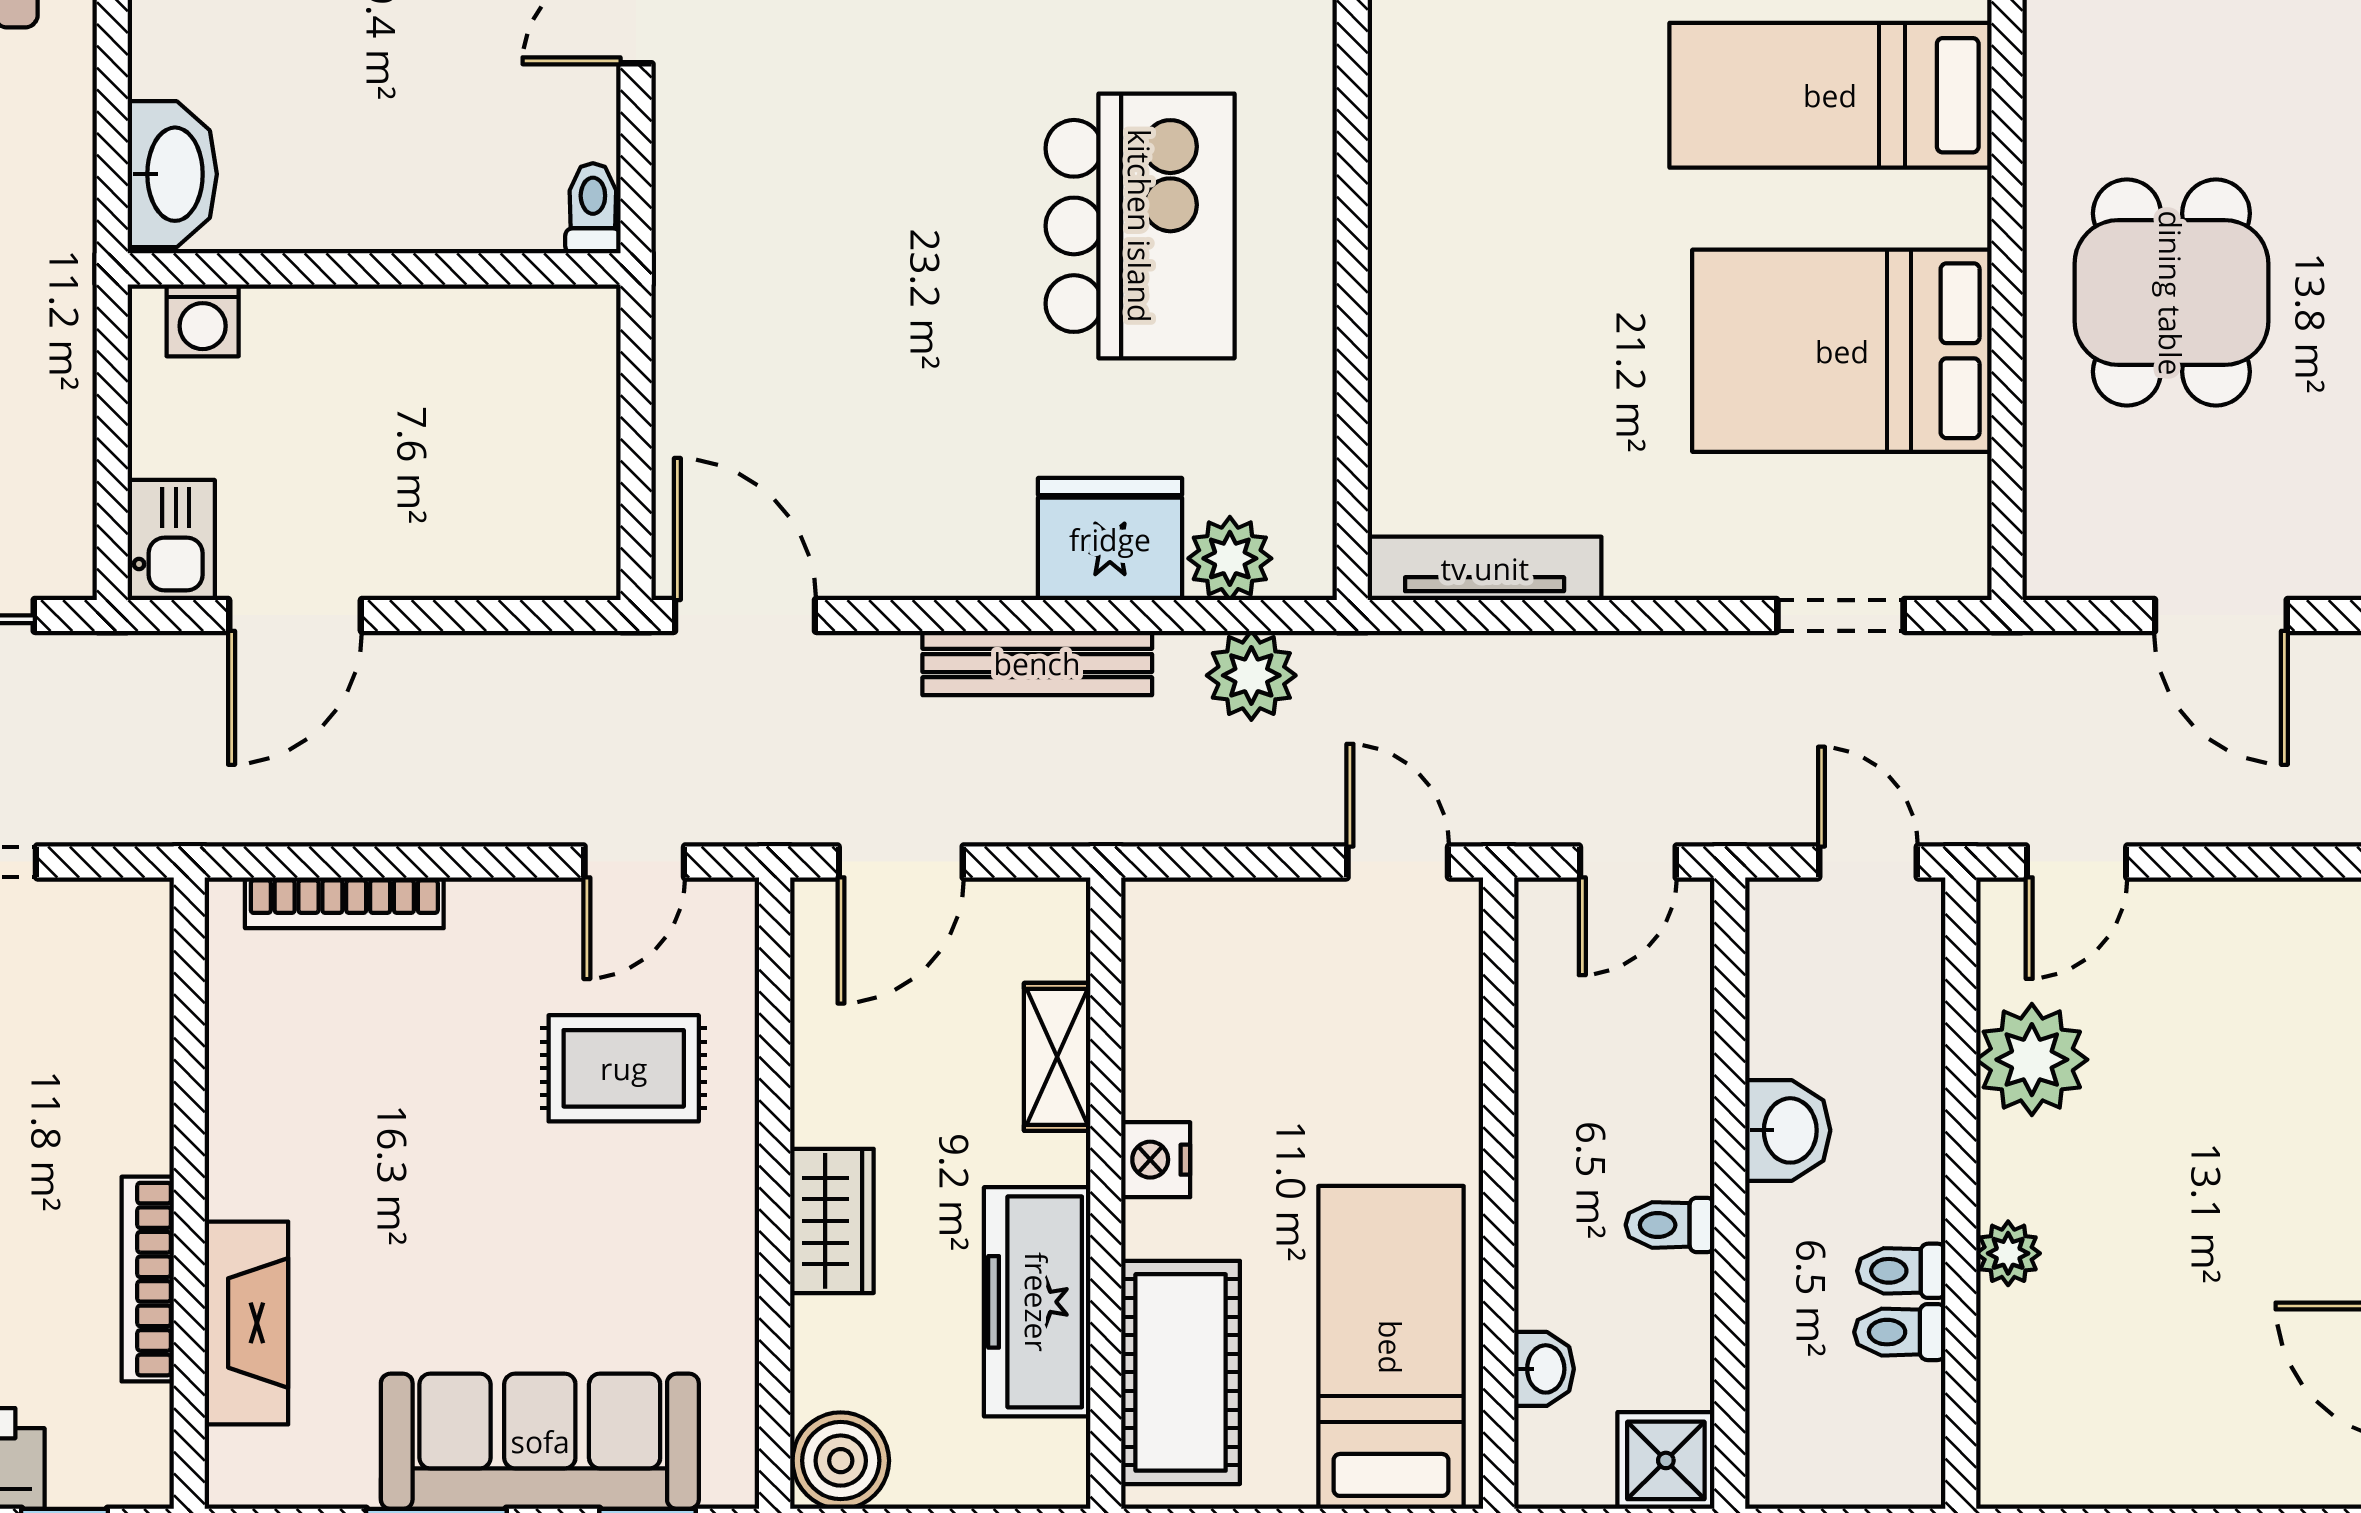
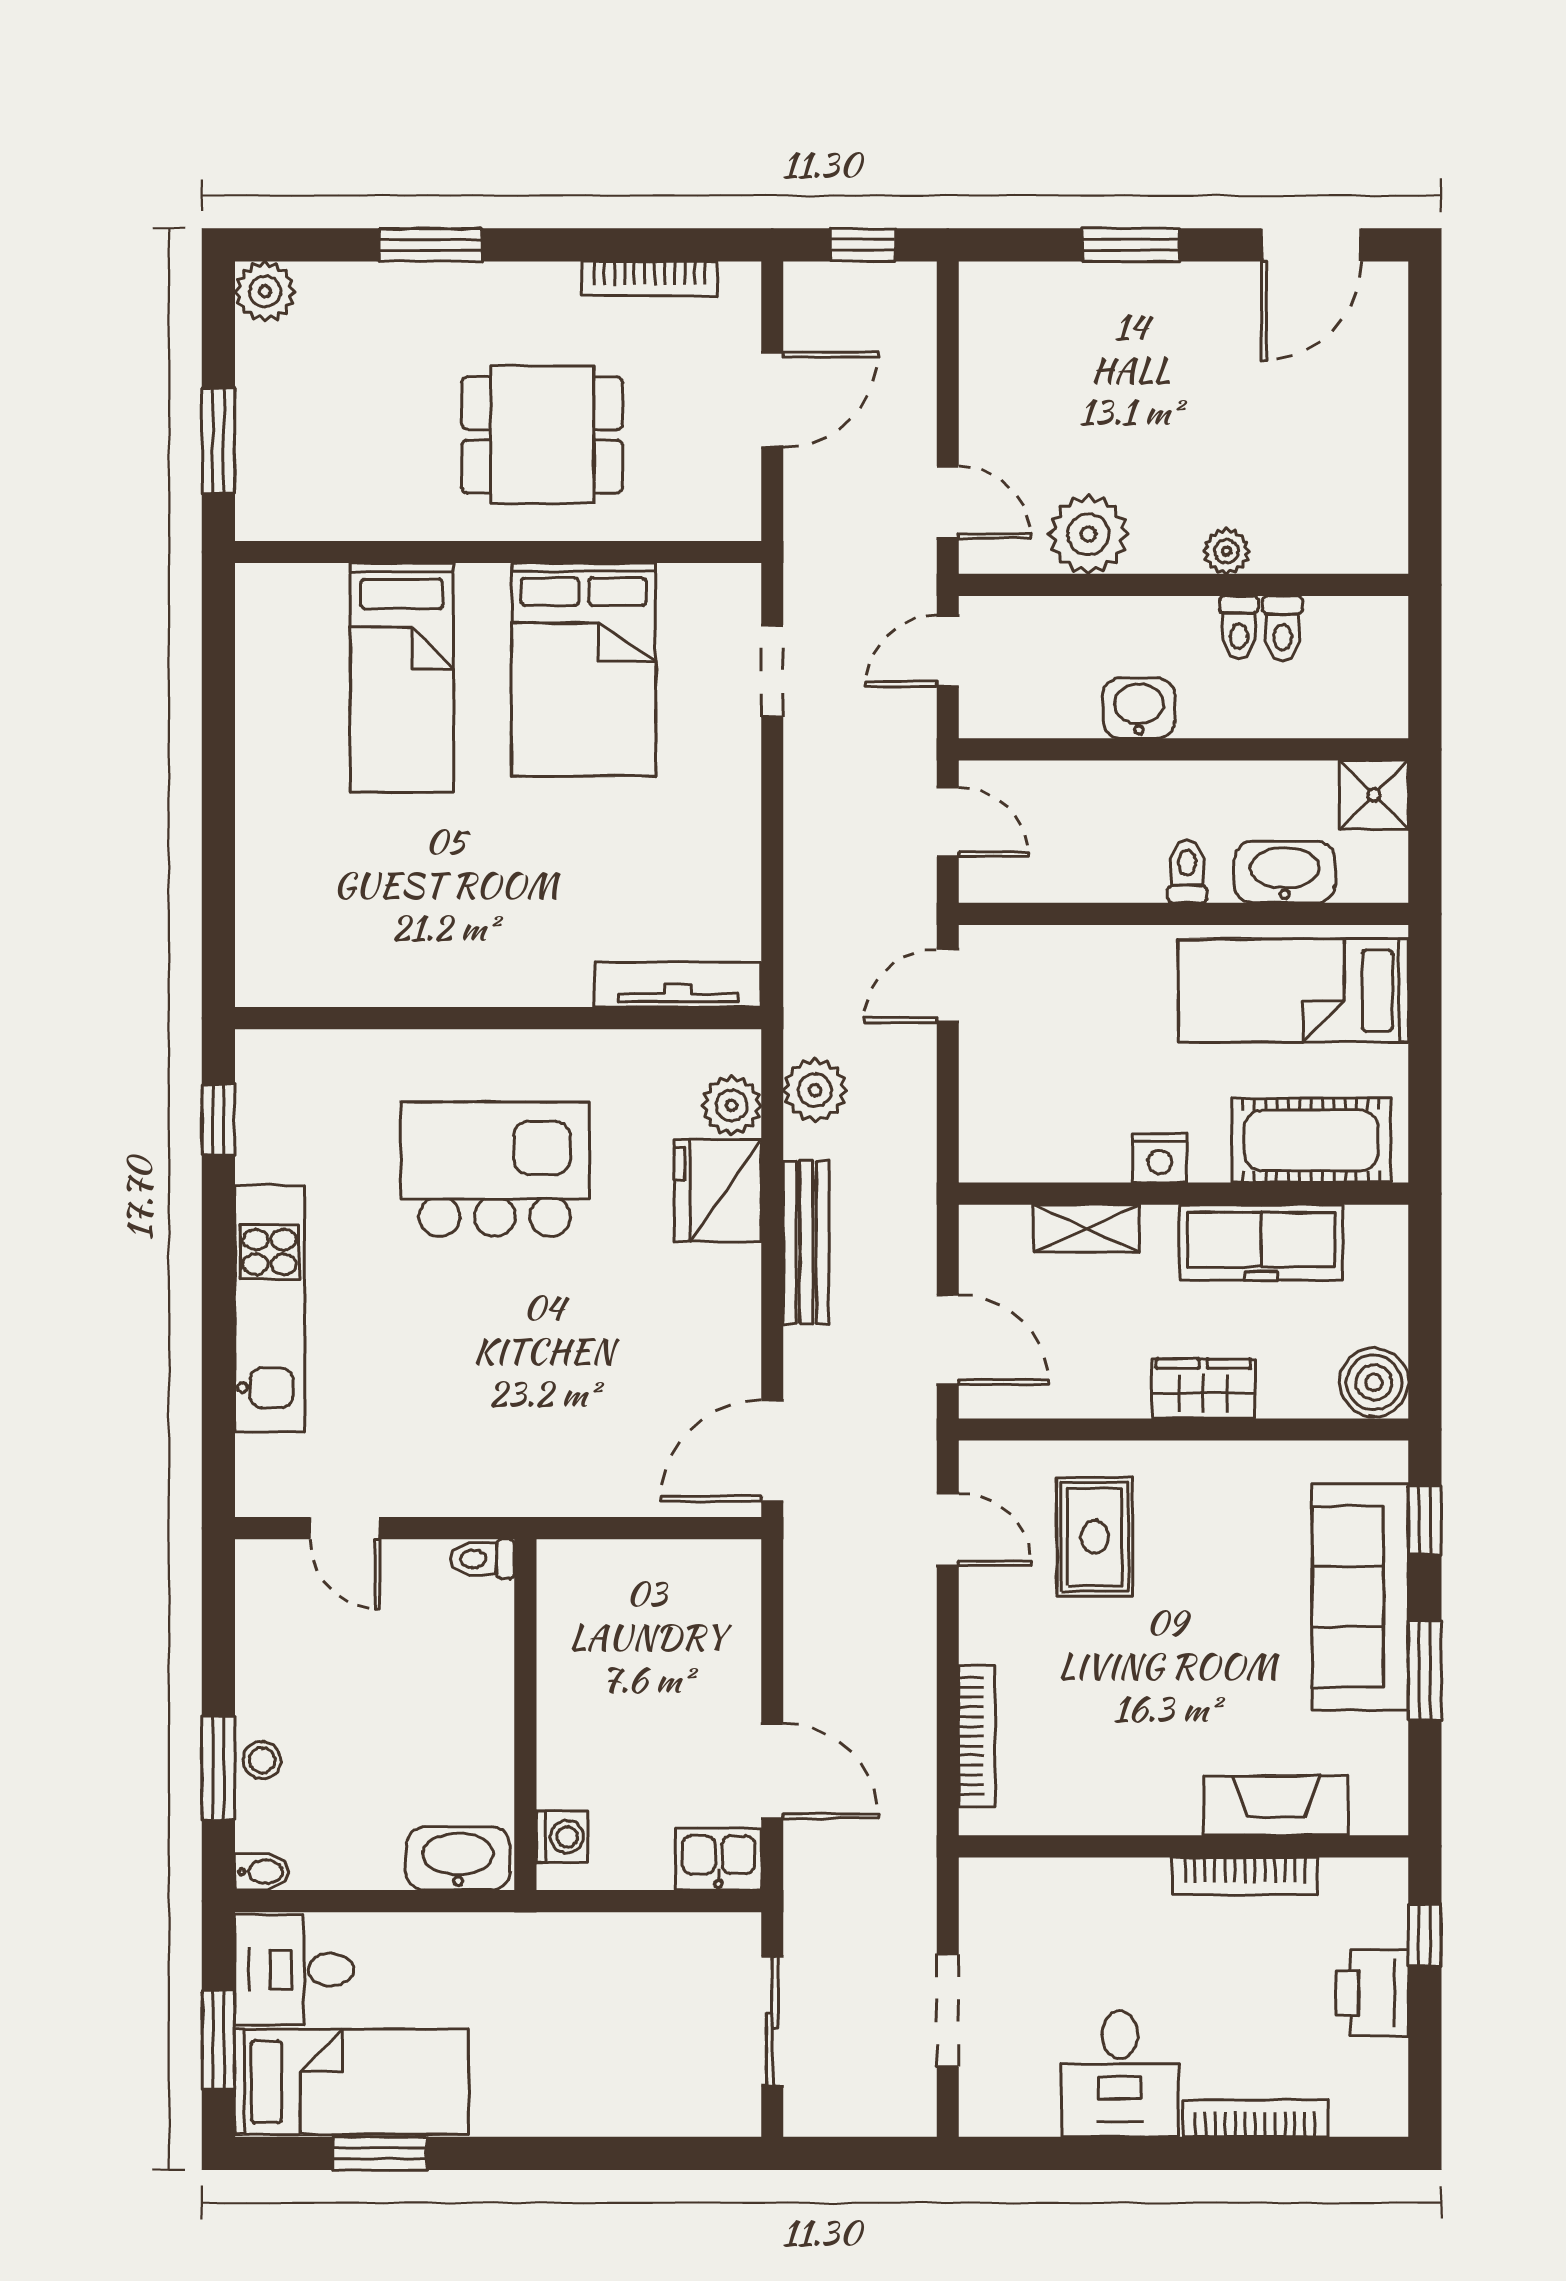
tv unit: (1485, 568) -> (678, 985), moved, turned 90
toilet: (1670, 1225) -> (1187, 871), moved, turned 180
washbasin: (1544, 1369) -> (1285, 872), width x1.91, depth x1.45

